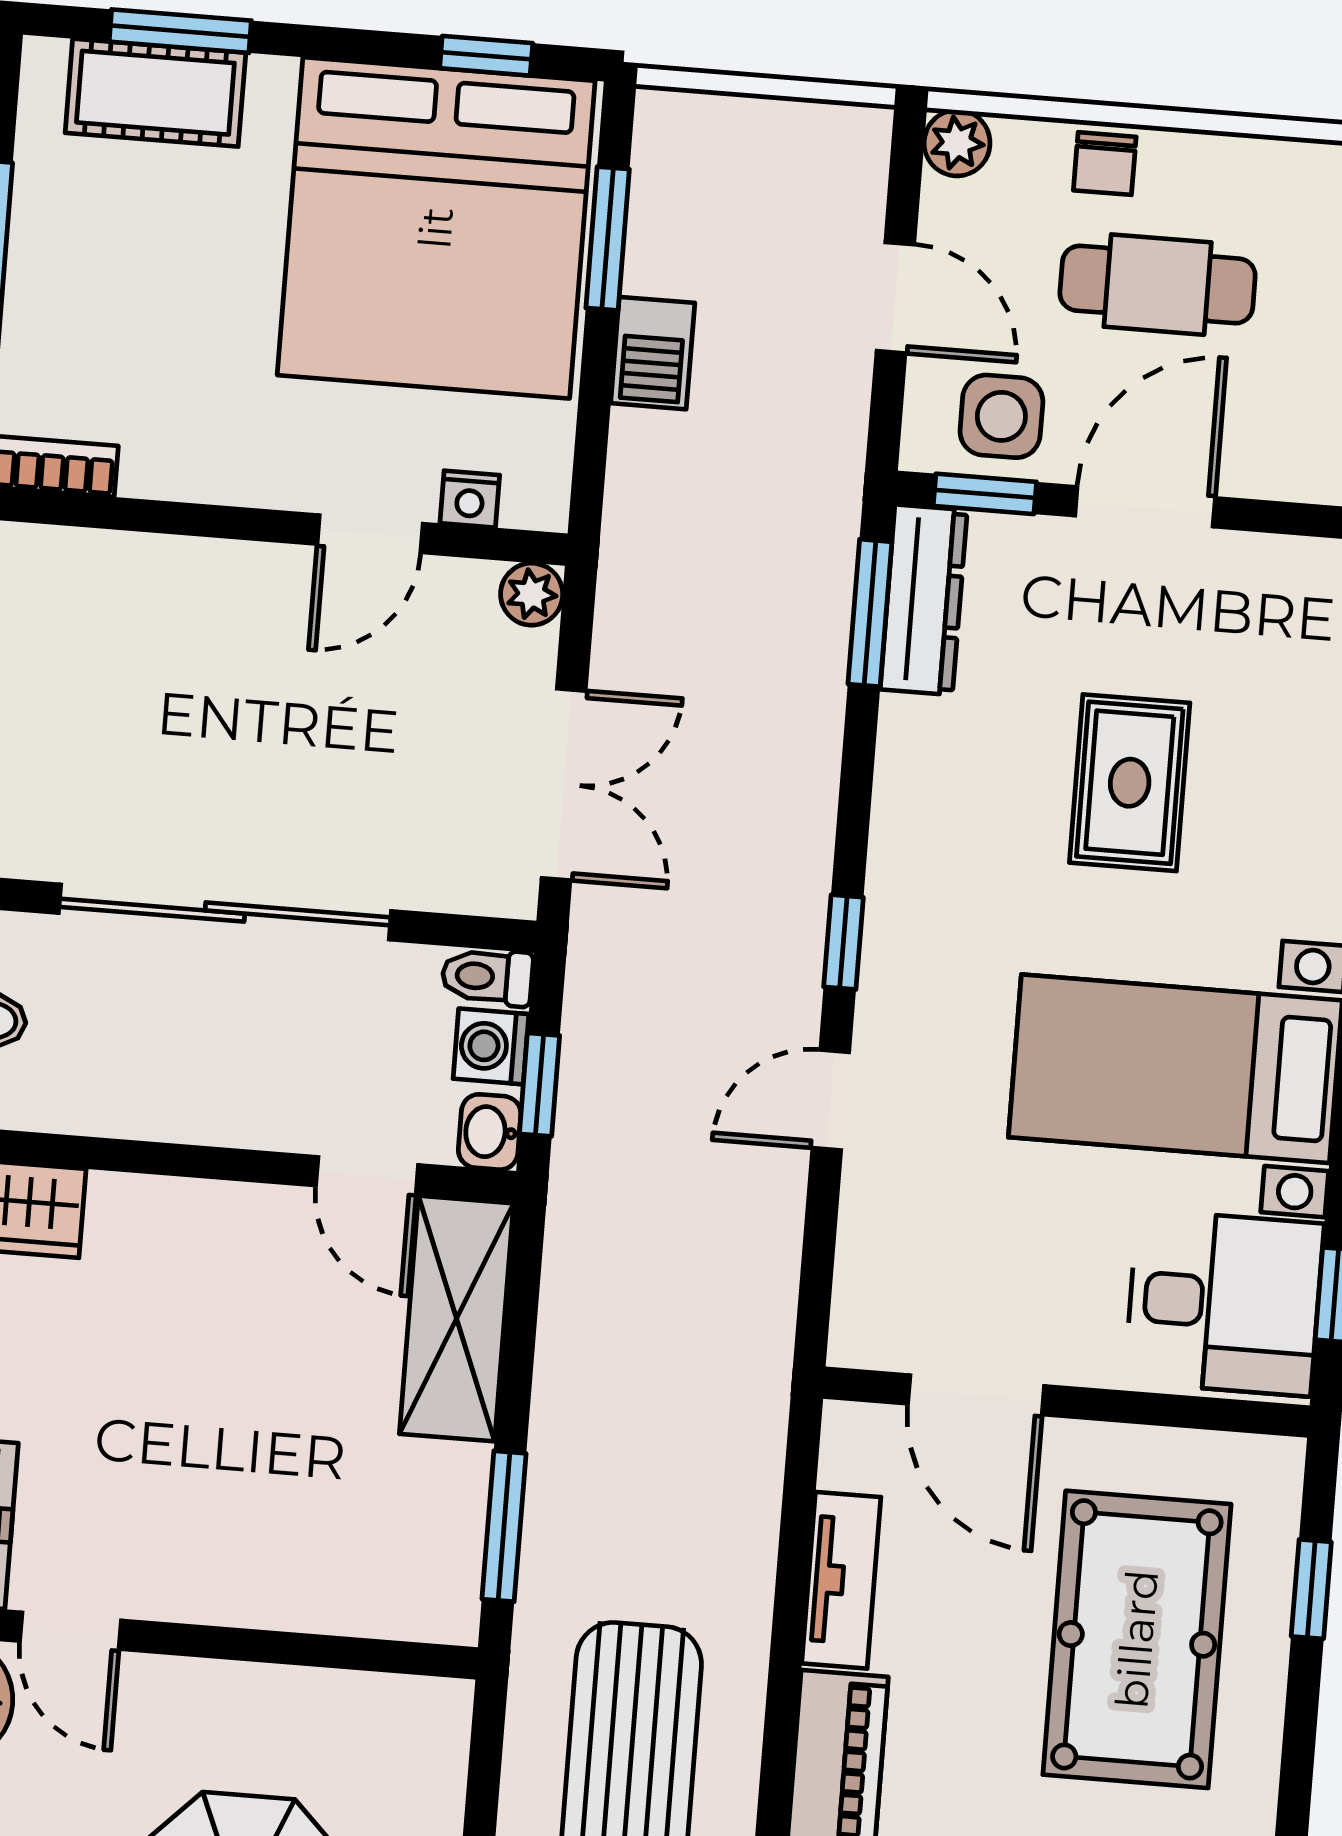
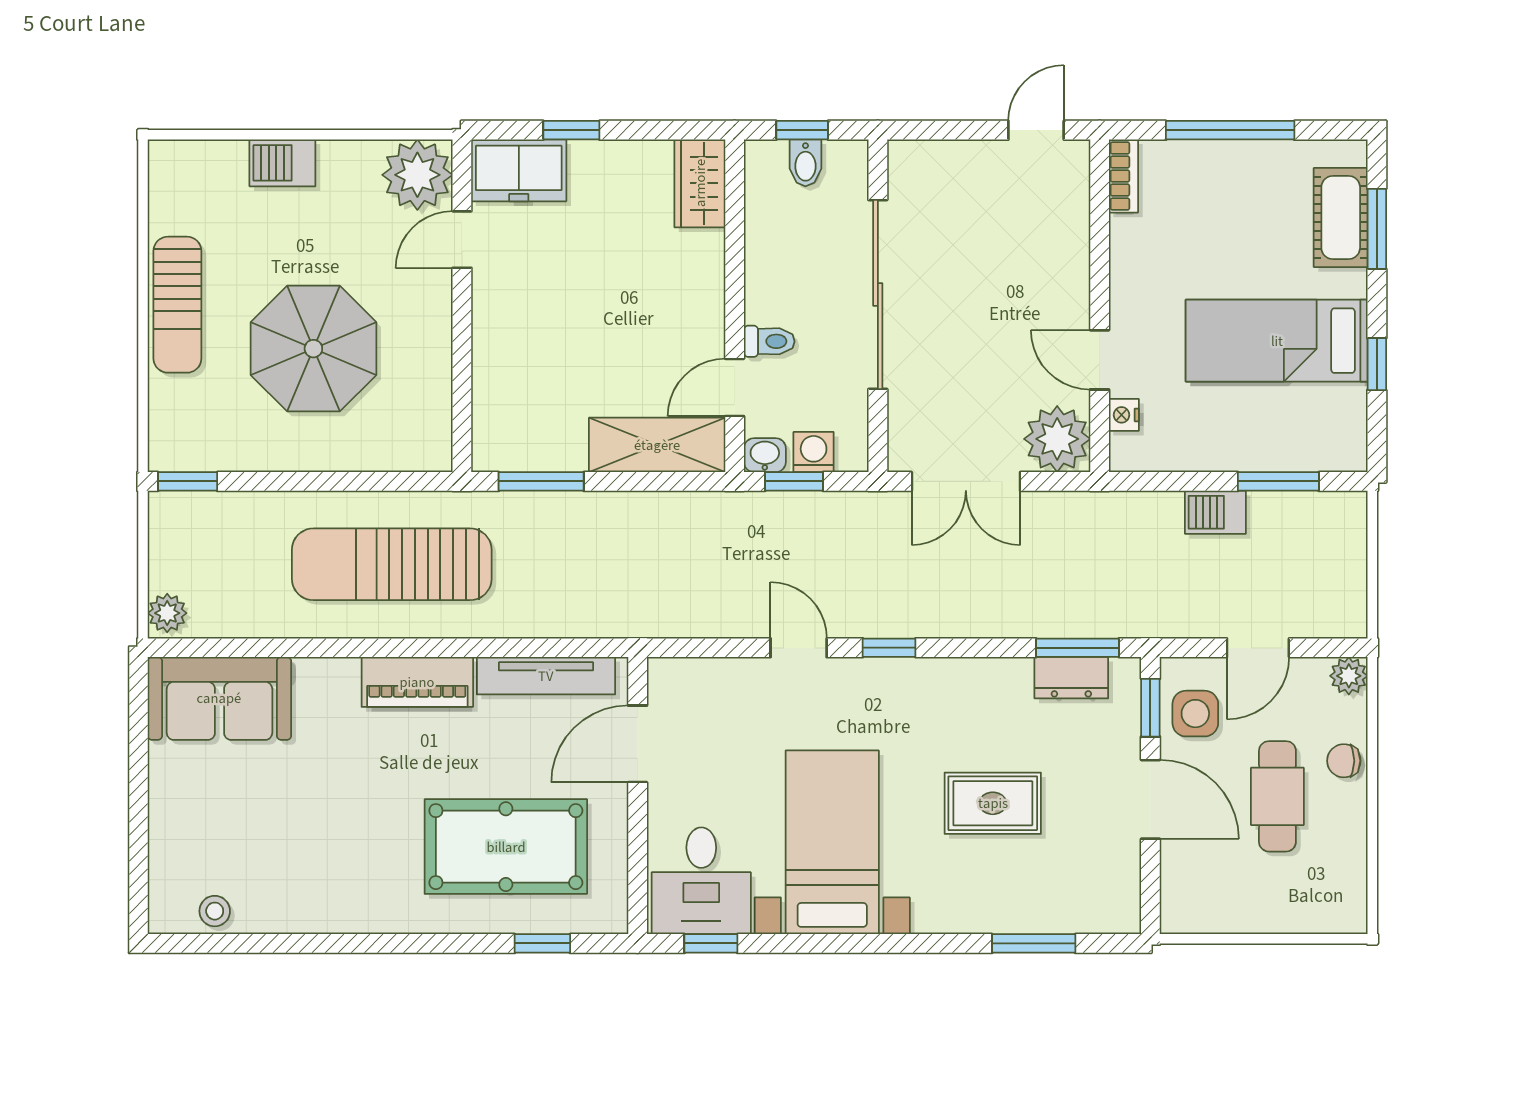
window: (486, 56) -> (1377, 364), moved
bed: (436, 228) -> (1277, 341), width x0.49
plant: (532, 594) -> (1057, 439), width x1.87, depth x1.87
dresser: (924, 600) -> (1071, 678), width x0.70
toilet: (487, 977) -> (769, 341), moved, turned 90
tv unit: (841, 1580) -> (546, 676), width x1.41

